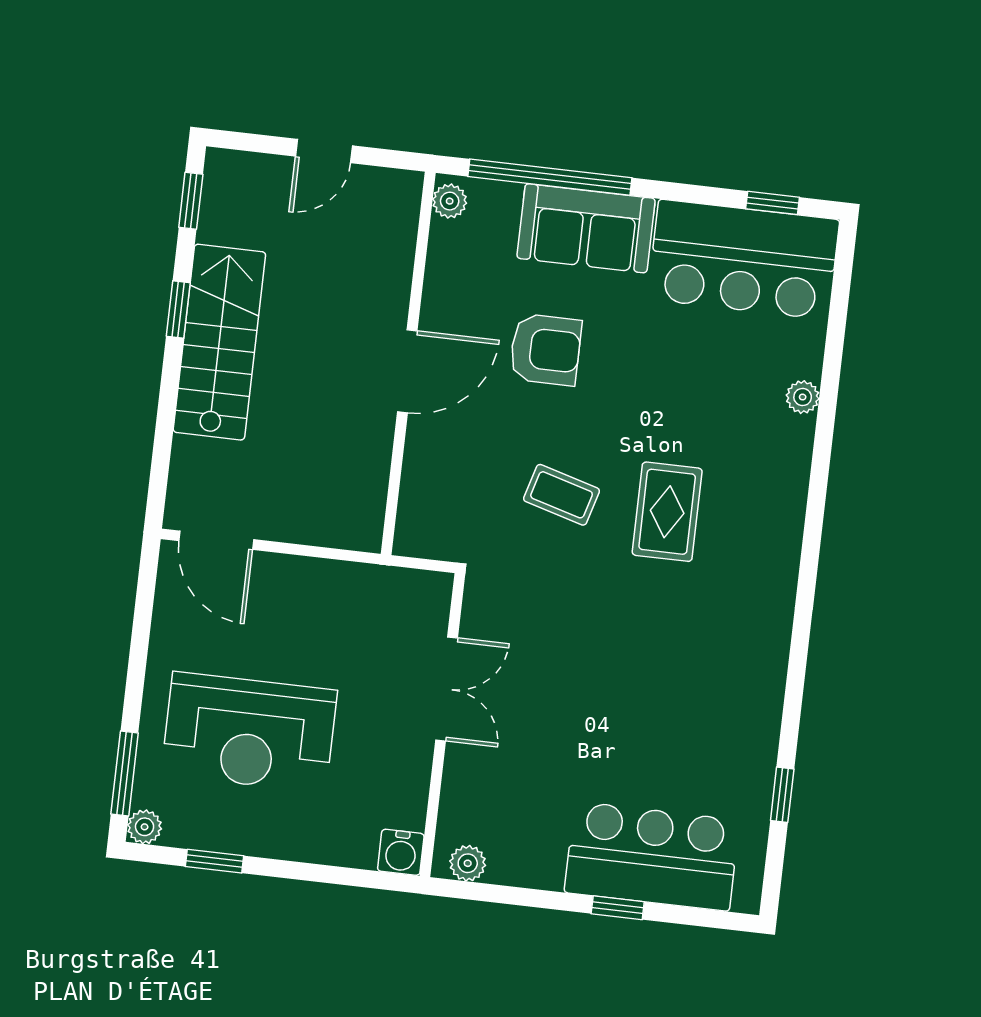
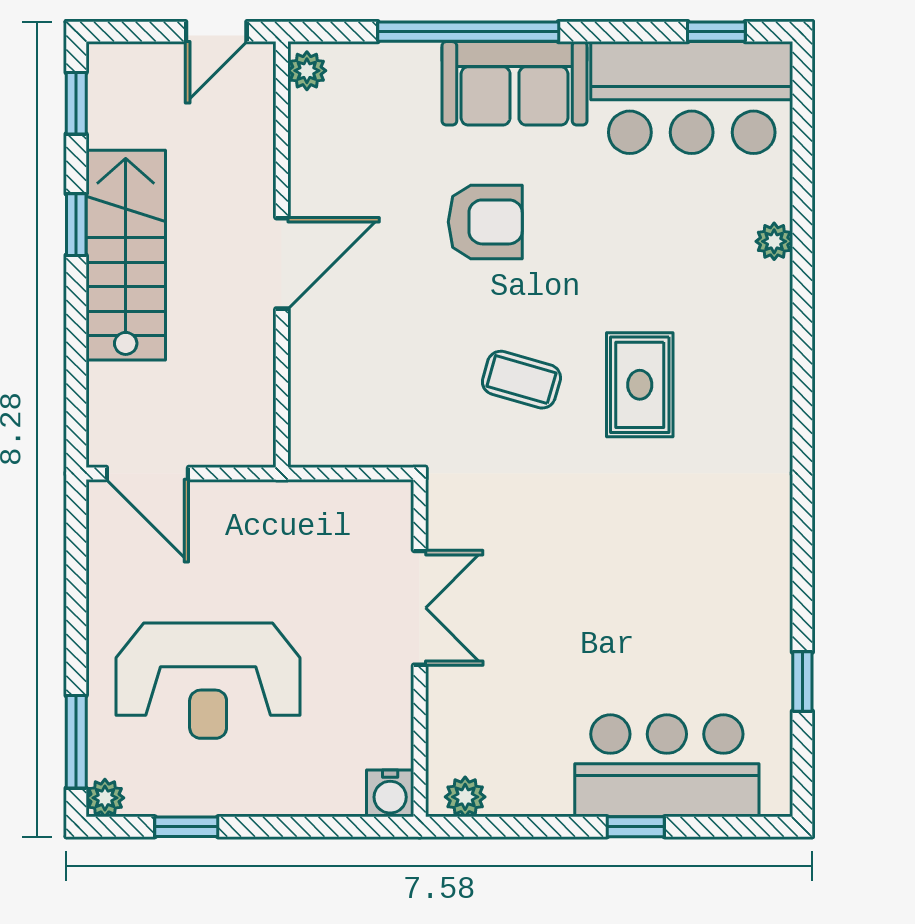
plant: (450, 201) -> (307, 71), moved
wall: (408, 363) -> (282, 255), moved
door: (407, 371) -> (282, 263), moved

